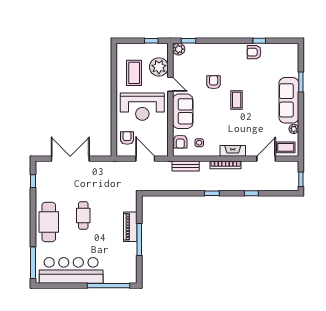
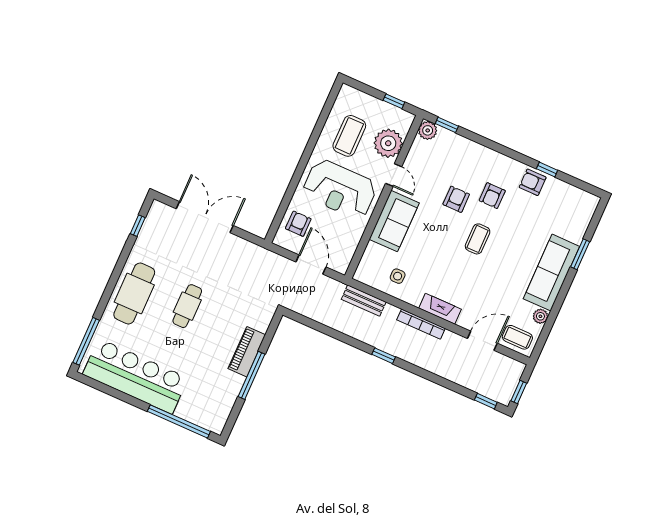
armchair: (180, 142) -> (492, 196), moved
window: (251, 193) -> (486, 401), moved

